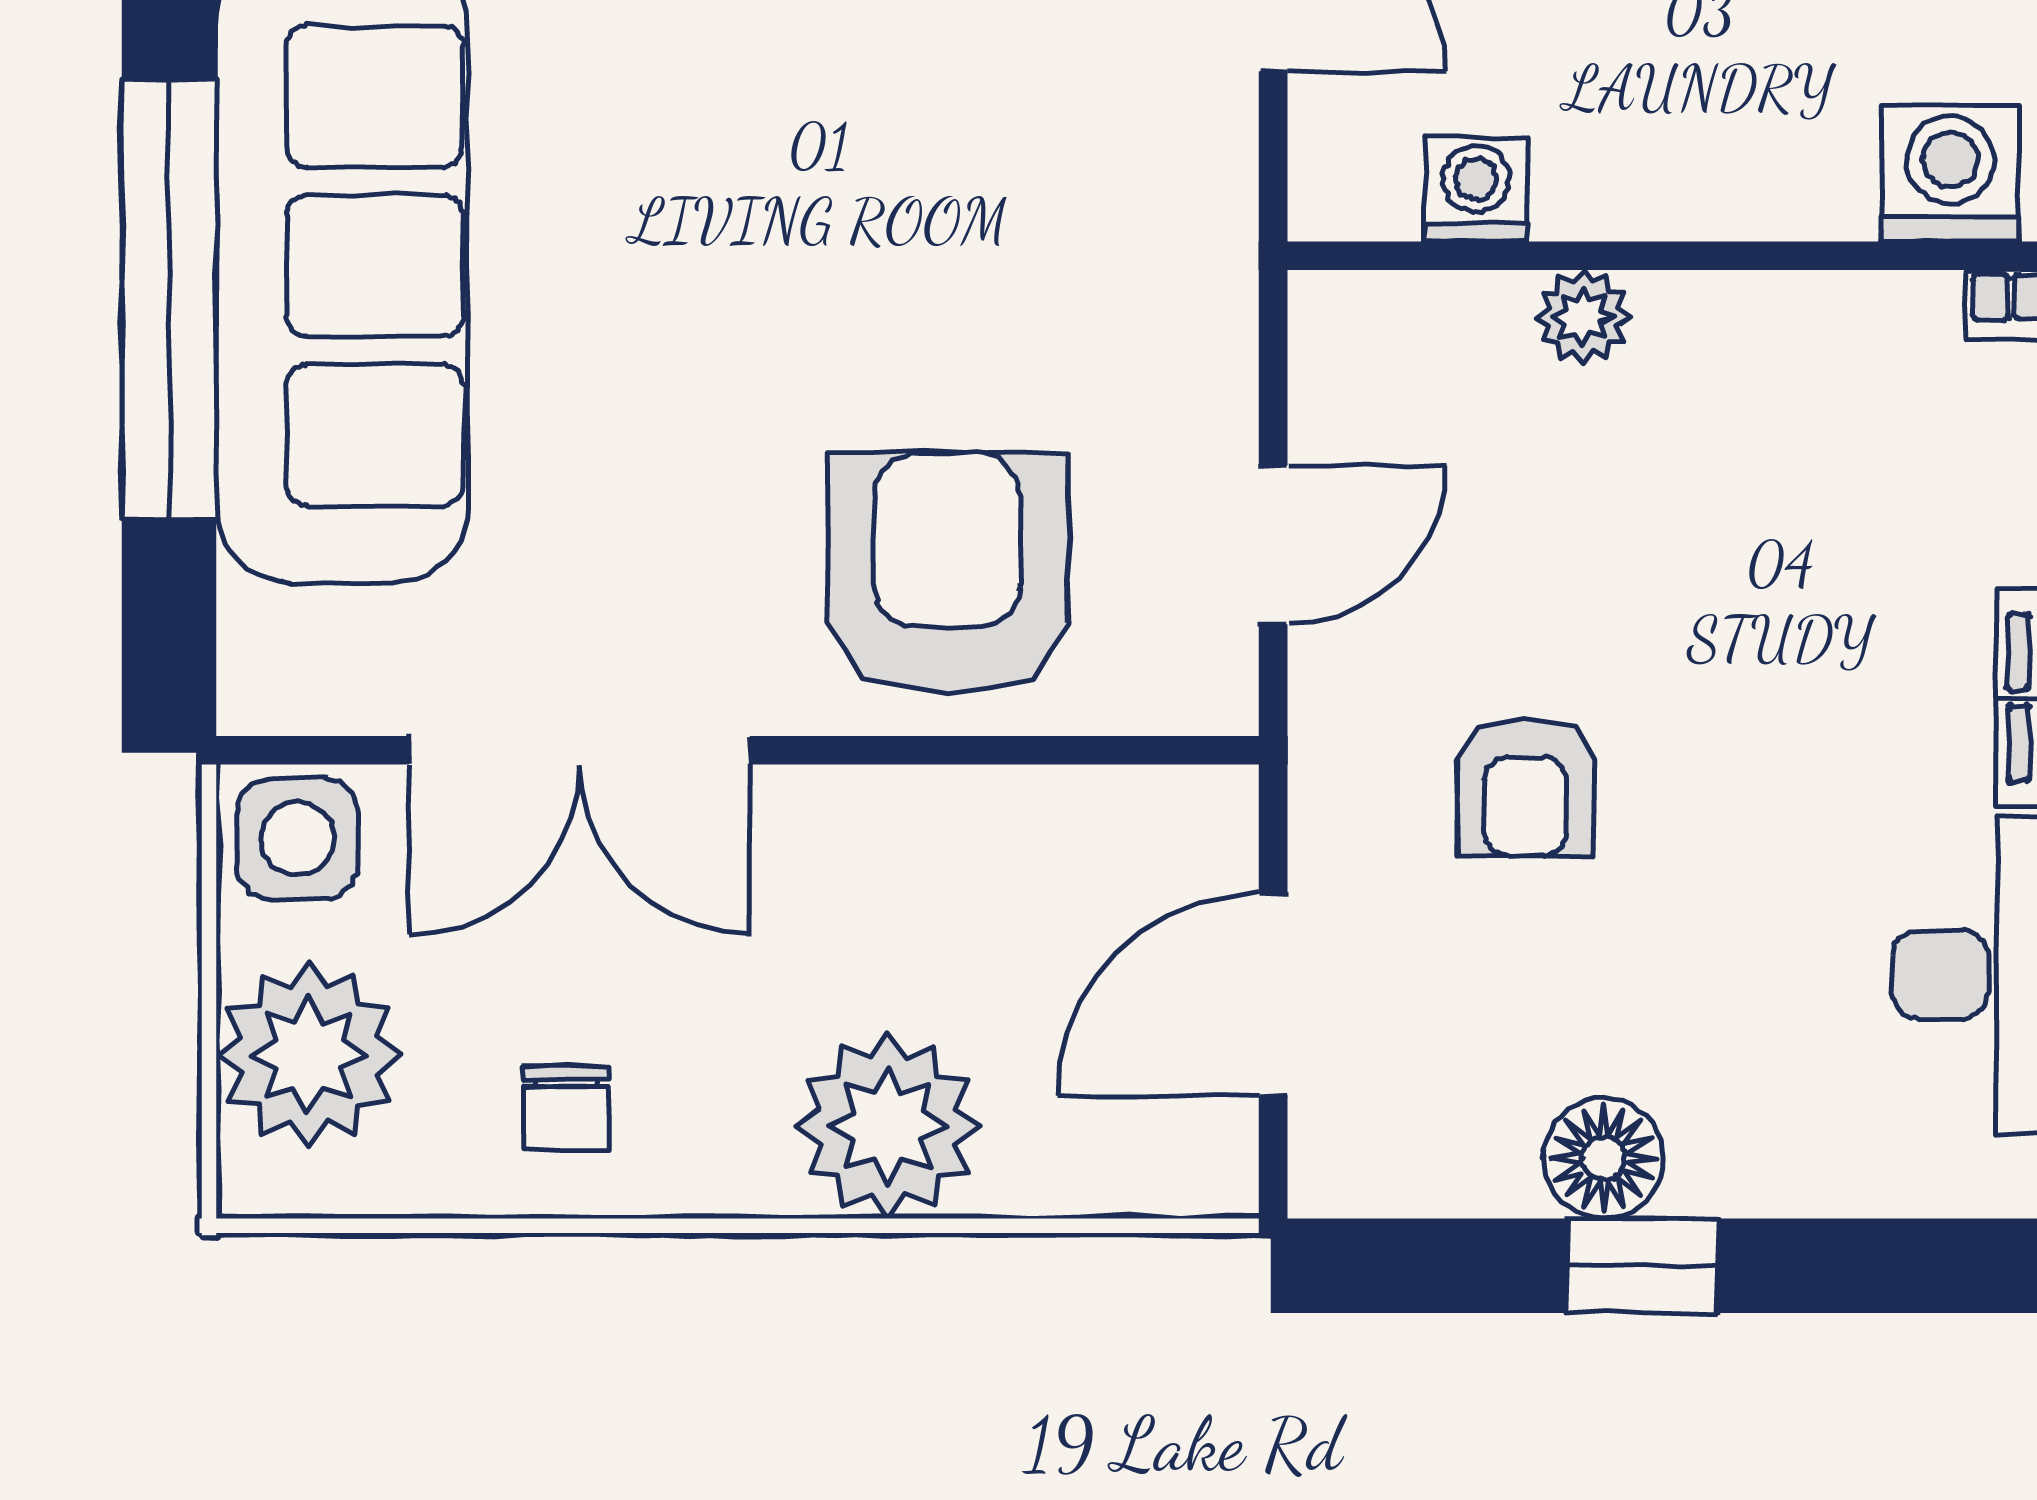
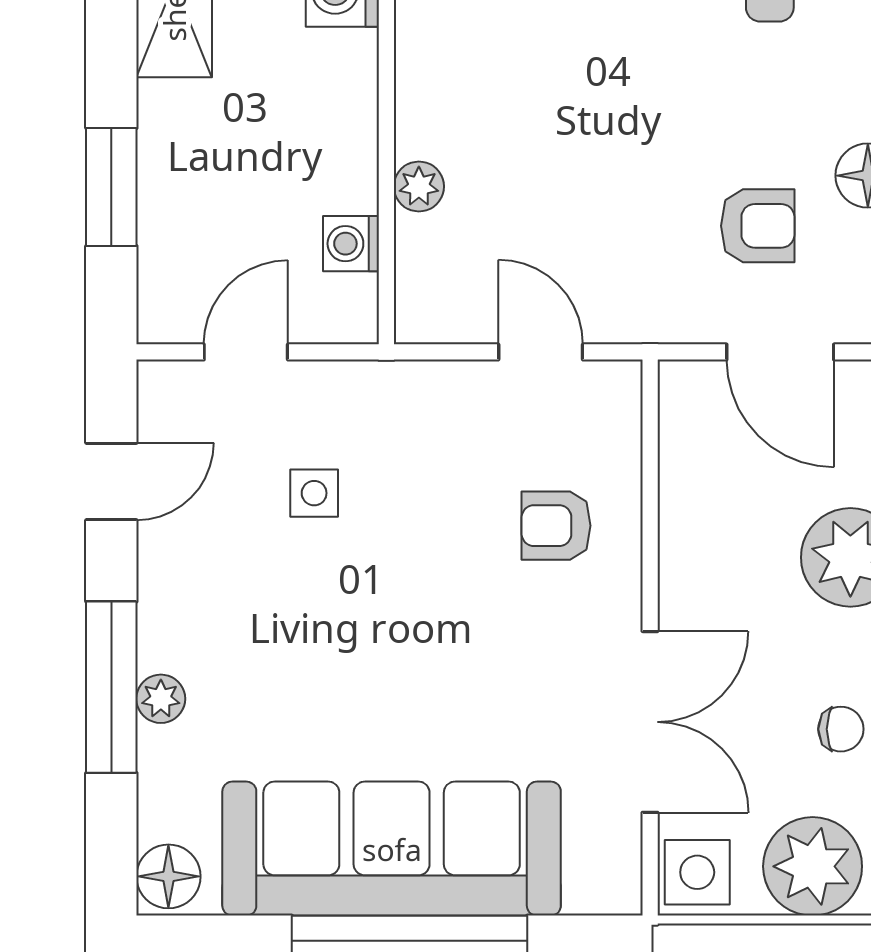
side table: (1008, 120) -> (314, 493), added
armchair: (947, 574) -> (556, 526), width x0.53, depth x0.53
armchair: (1525, 787) -> (758, 226), moved

